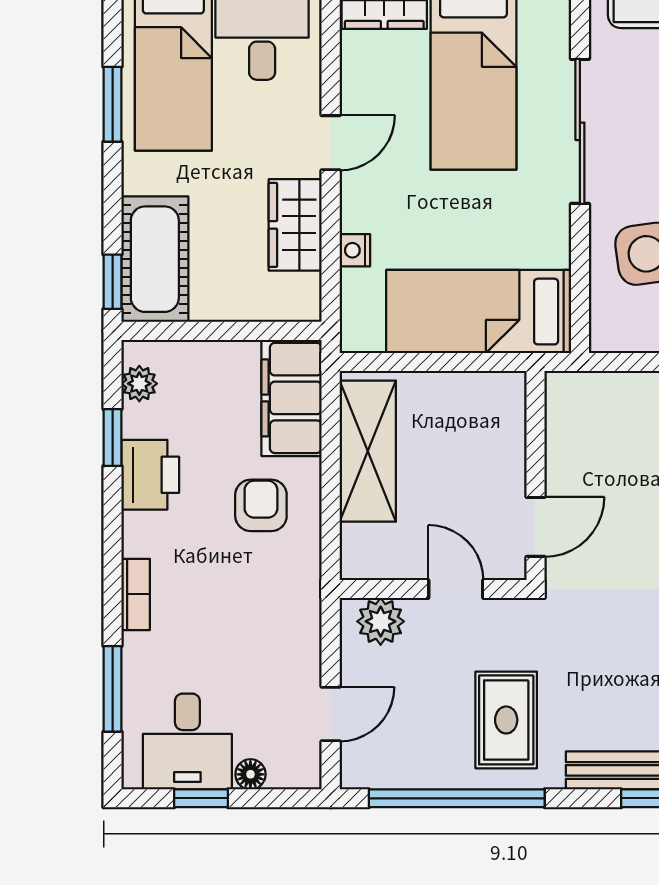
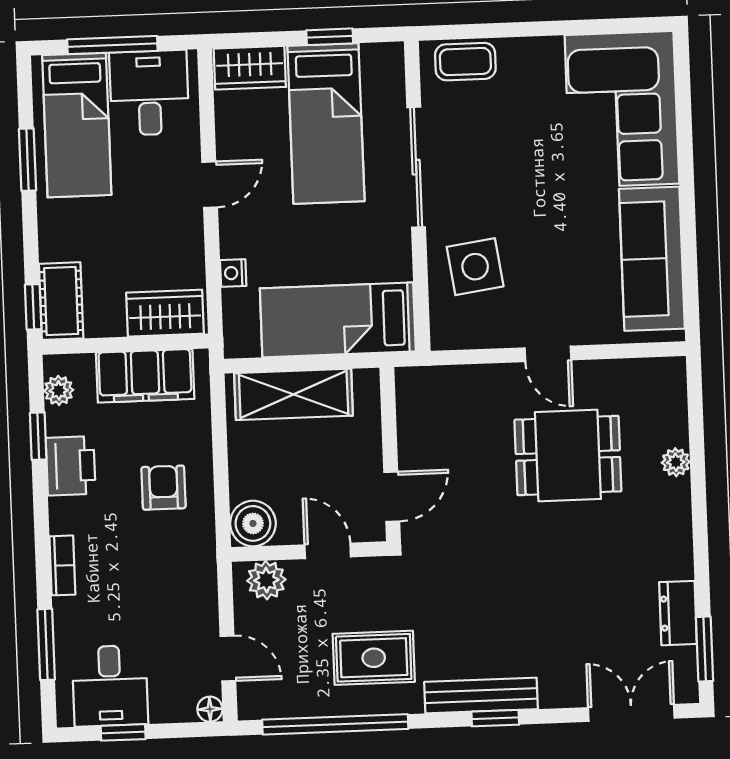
wardrobe: (295, 225) -> (165, 313), moved, turned 90
cot: (155, 259) -> (61, 301), width x0.73, depth x0.75
filing cabinet: (292, 398) -> (145, 376), moved, turned -90
shelving: (368, 451) -> (294, 394), moved, turned 90
boiler: (367, 553) -> (253, 523), added
door: (331, 714) -> (228, 658), hinge flipped
rug: (506, 720) -> (374, 658), turned 90
floor lamp: (250, 774) -> (210, 709), moved

